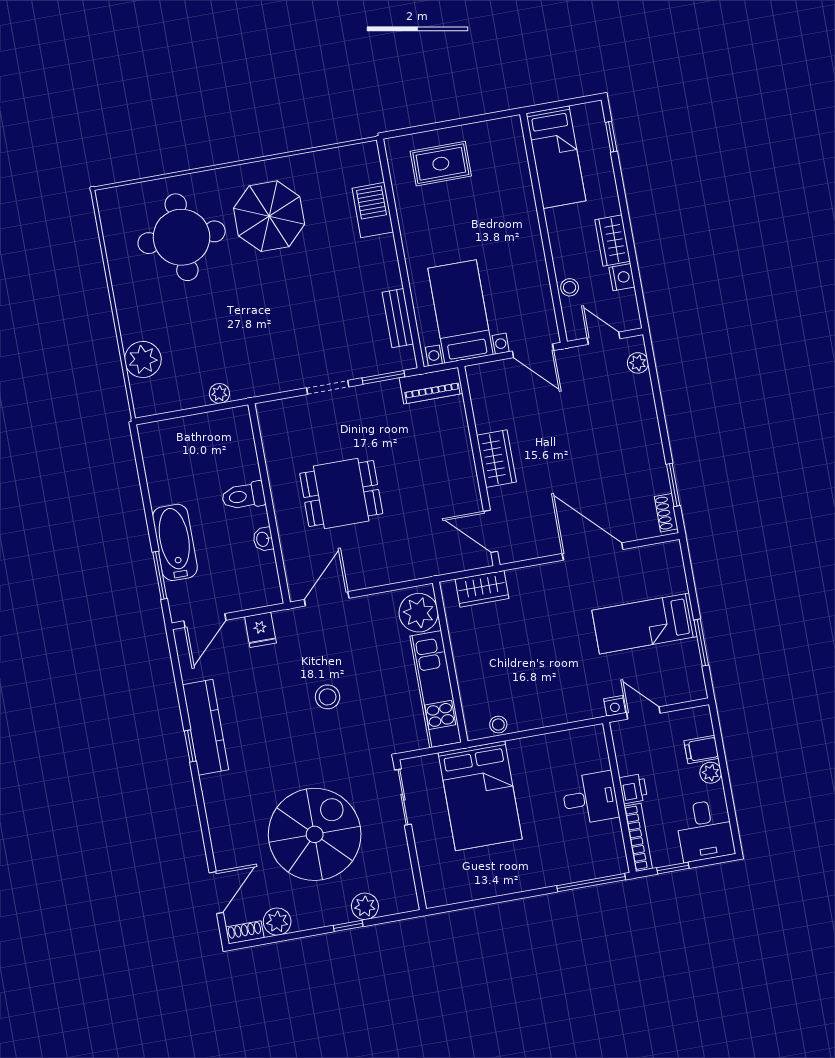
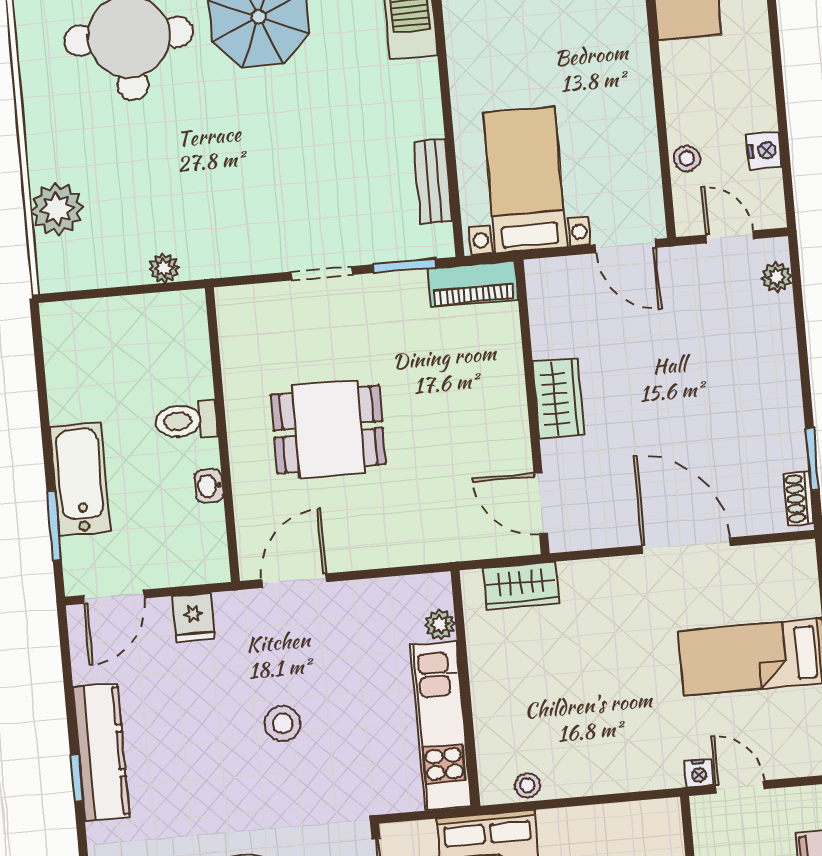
wardrobe: (613, 241) -> (755, 96), removed
plant: (419, 613) -> (440, 624), width x0.53, depth x0.53

